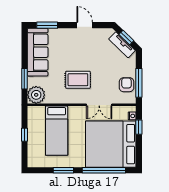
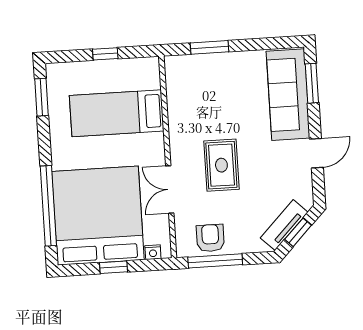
sofa: (38, 52) -> (288, 95), moved, turned 90
rug: (78, 80) -> (221, 165), moved
armchair: (127, 85) -> (210, 238), turned -89
plant: (36, 95) -> (181, 71), removed
window: (139, 127) -> (114, 267), moved
window: (63, 170) -> (42, 97), moved

